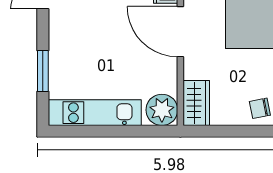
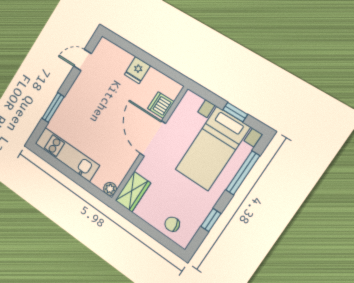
plant: (162, 110) -> (110, 189), width x0.53, depth x0.53

